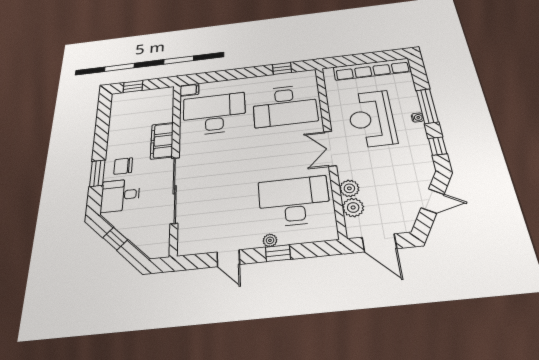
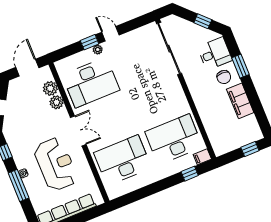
window: (282, 68) -> (190, 174), moved
desk: (214, 114) -> (174, 139), turned 180
filing cabinet: (162, 141) -> (240, 101), moved, turned 180
chair: (123, 166) -> (224, 77), turned 90
sliding door: (175, 190) -> (169, 49), moved
door: (379, 243) -> (27, 68), hinge flipped
door: (228, 258) -> (110, 34), moved

